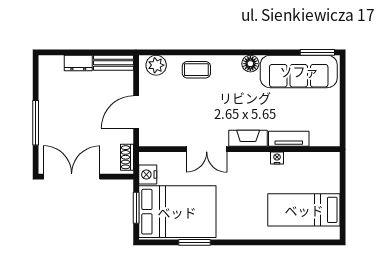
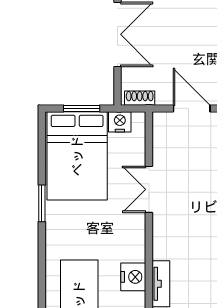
fireplace: (248, 138) -> (161, 237), removed
nightstand: (277, 158) -> (133, 277), width x1.89, depth x1.79
window: (195, 242) -> (42, 203), moved

